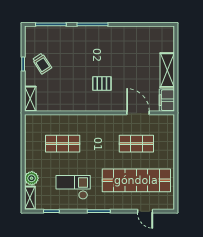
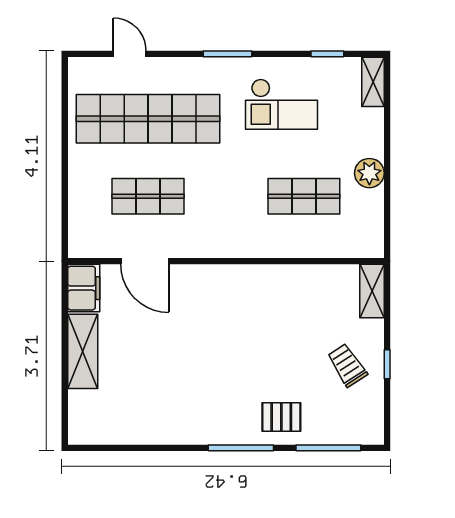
pallet: (102, 83) -> (281, 417), moved
plant: (32, 178) -> (369, 173), moved

